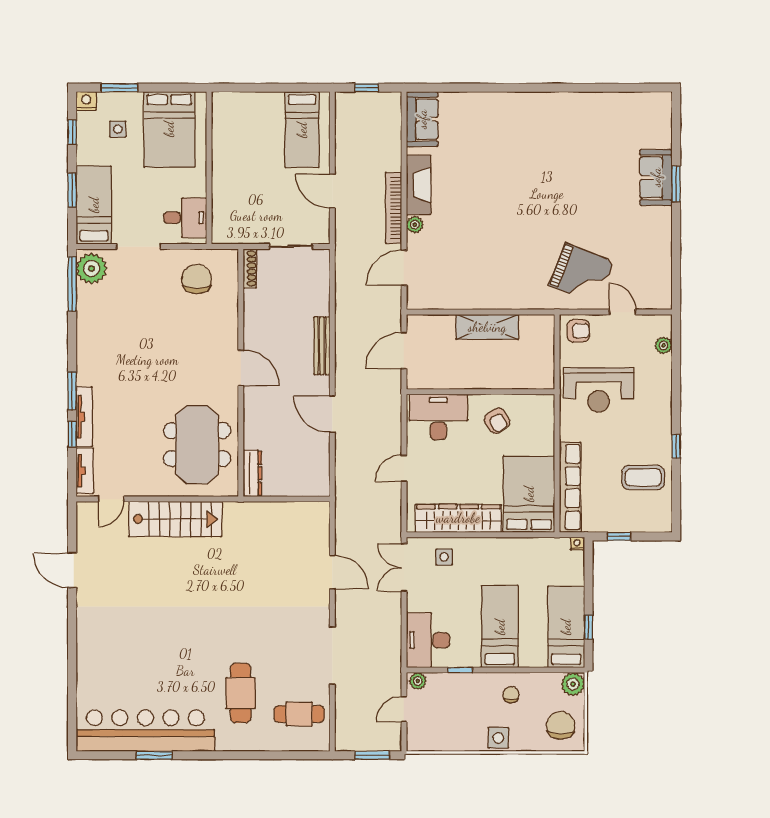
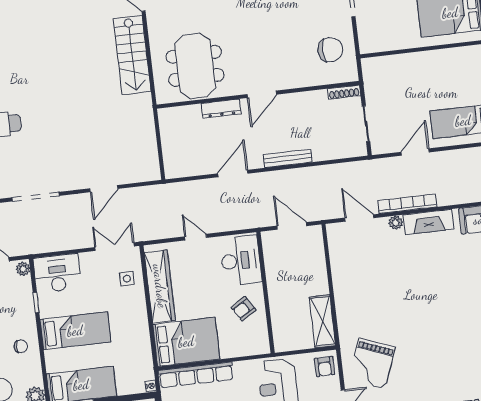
desk: (185, 218) -> (379, 34), removed
shelving: (487, 327) -> (322, 321), moved
meeting table: (197, 445) -> (195, 66), turned 90
dresser: (252, 473) -> (221, 109), moved

